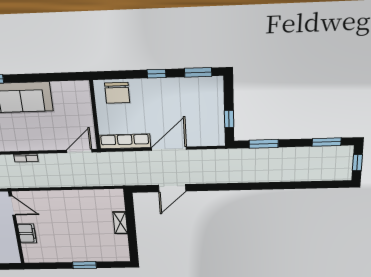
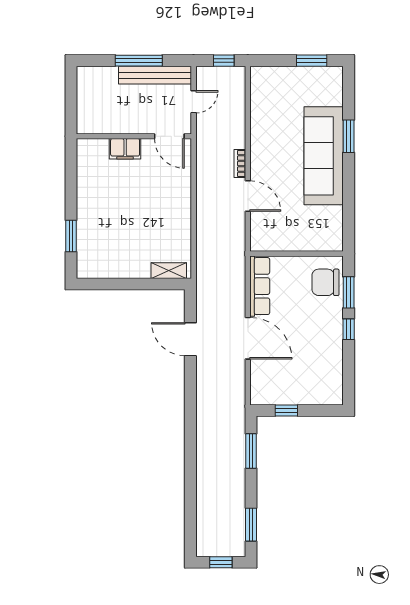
window: (198, 72) -> (349, 292), moved
door: (79, 151) -> (248, 196), moved
door: (12, 206) -> (169, 136), hinge flipped
shelving: (120, 223) -> (169, 271), moved
window: (84, 265) -> (71, 236), moved

